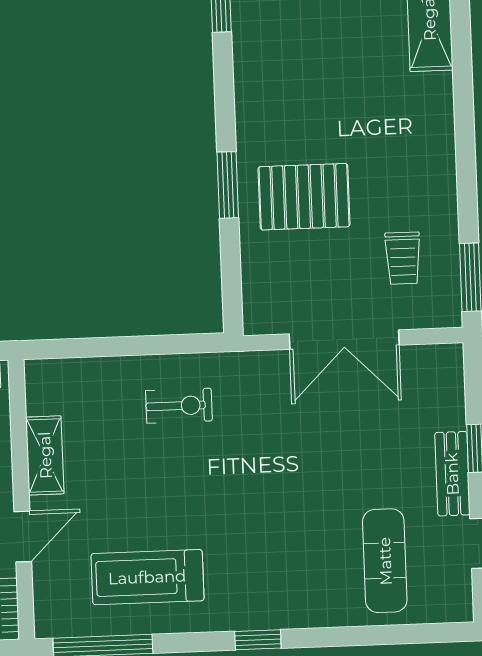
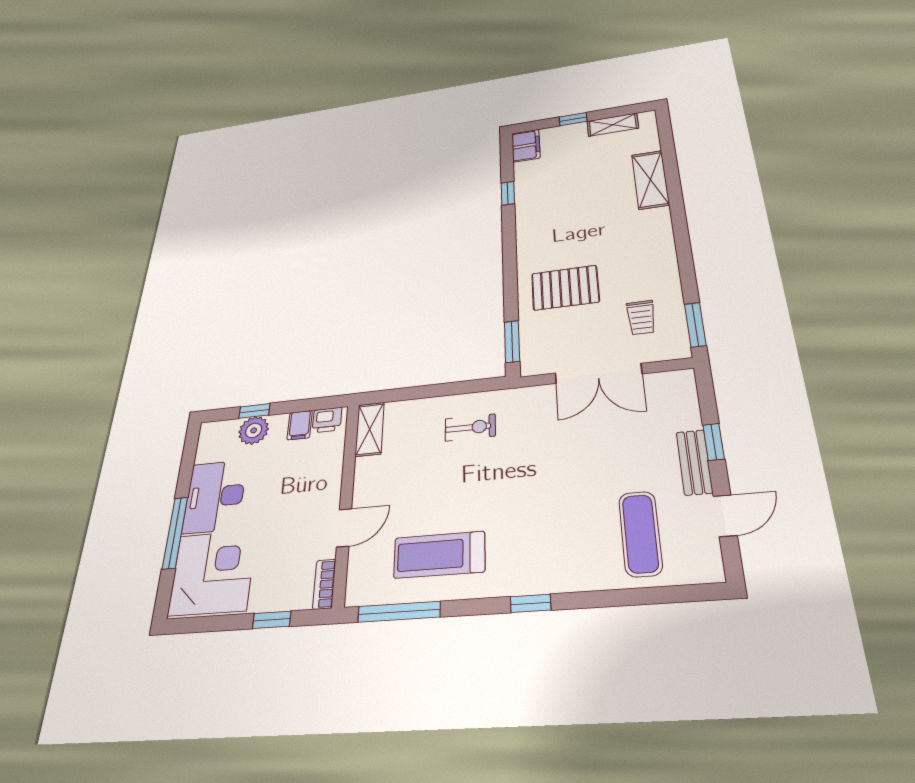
window: (228, 185) -> (512, 342), moved
shelving: (45, 455) -> (370, 429), moved

